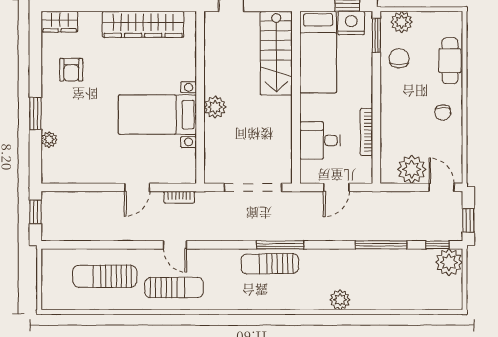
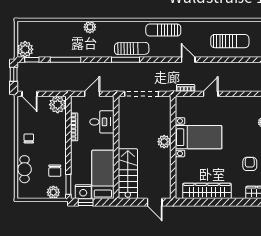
plant: (412, 169) -> (58, 105), moved
sun lounger: (174, 288) -> (163, 30), moved

